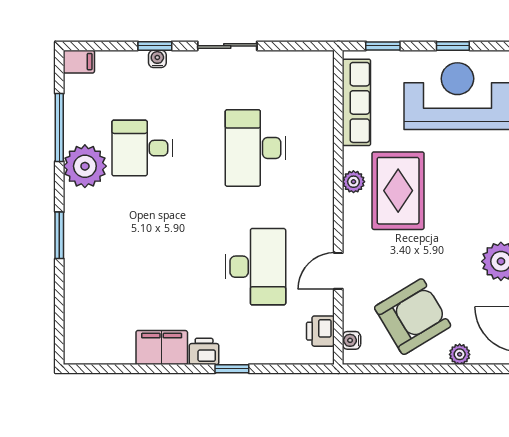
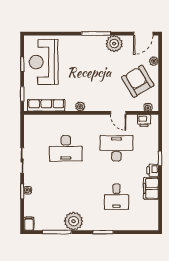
desk: (142, 148) -> (116, 197), moved
rug: (398, 191) -> (84, 87), removed

